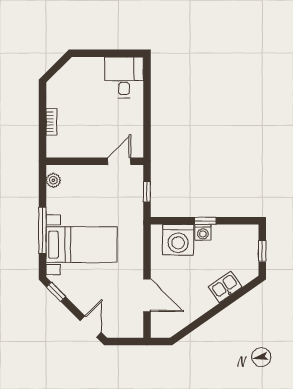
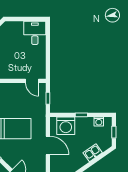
door: (119, 161) -> (32, 81), swing flipped
washing machine: (203, 232) -> (99, 121), moved
door: (147, 295) -> (48, 146), moved

